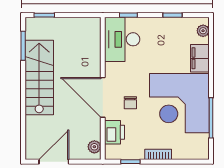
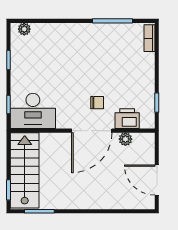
filing cabinet: (200, 58) -> (52, 32), removed
stairs: (39, 78) -> (25, 170), moved, turned 90
corner desk: (179, 103) -> (98, 53), removed
plant: (94, 147) -> (125, 139), moved
bookcase: (158, 154) -> (149, 38), moved

